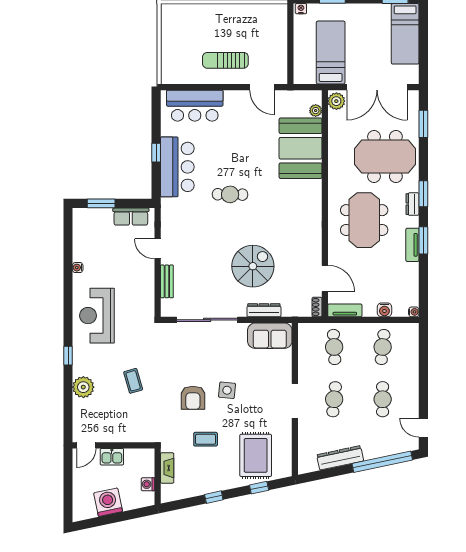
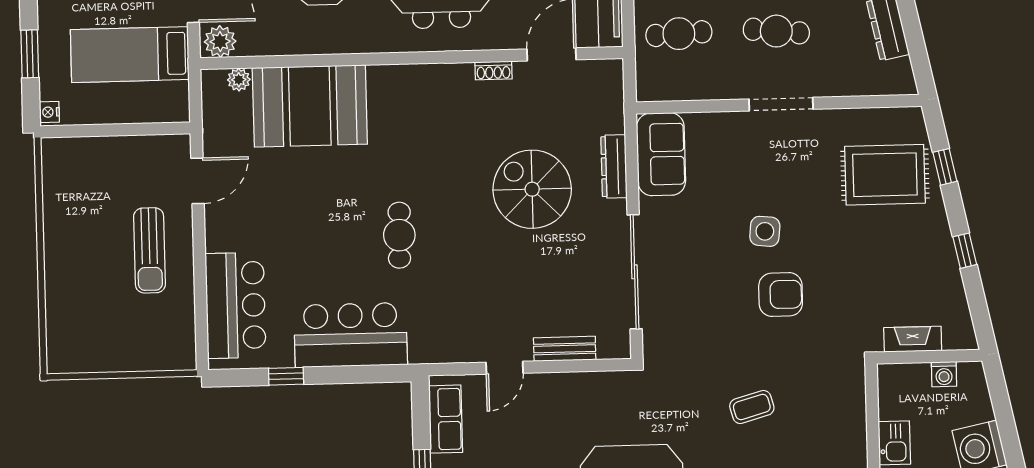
window: (156, 153) -> (286, 376), moved
shoe rack: (317, 307) -> (493, 70), moved
coffee table: (206, 439) -> (857, 269), removed

